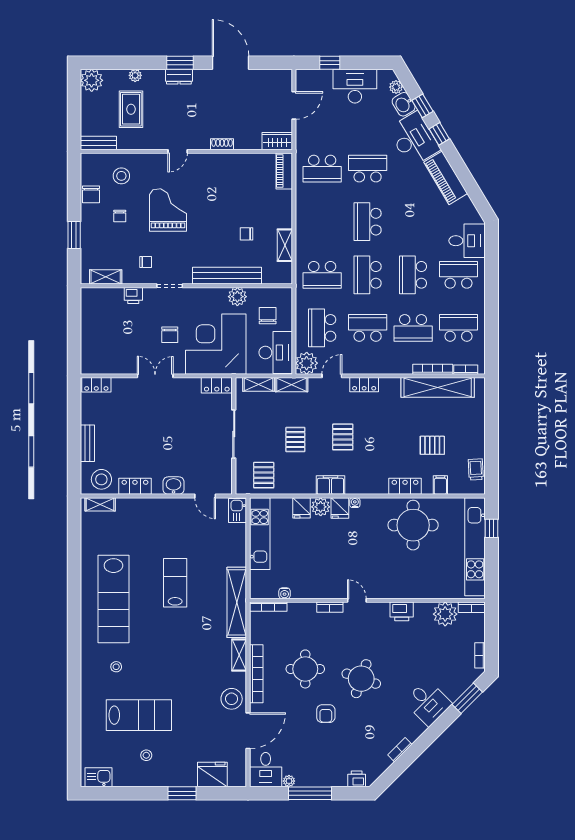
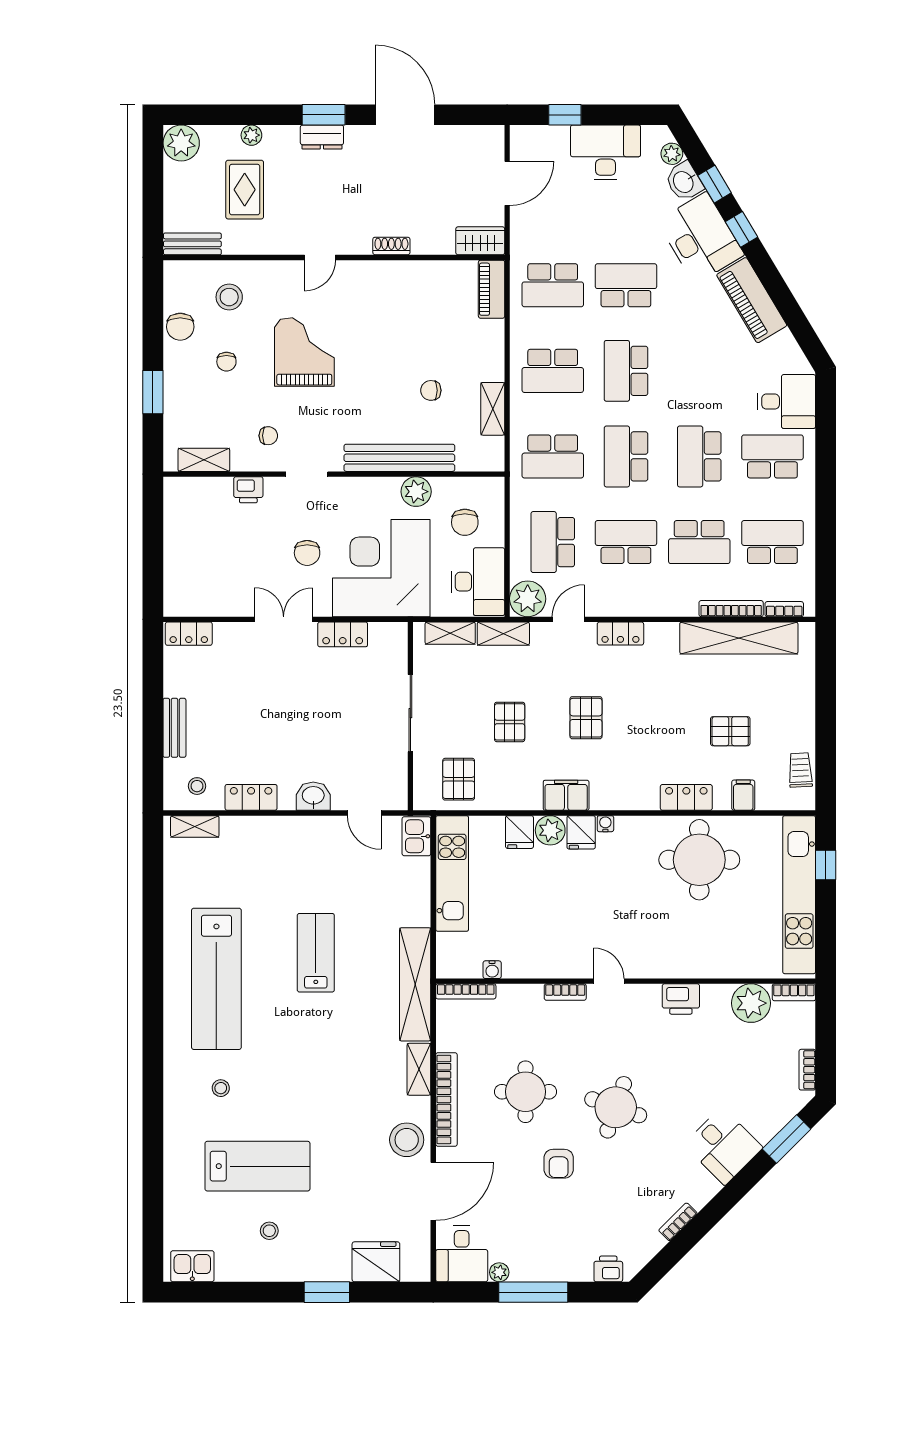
school desk: (322, 222) -> (553, 371), added
chair: (268, 316) -> (465, 522), turned 180
locker: (217, 385) -> (343, 634), moved
stool: (101, 479) -> (197, 786), width x0.53, depth x0.53

